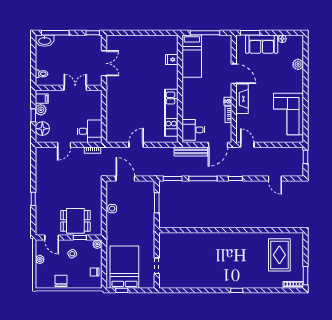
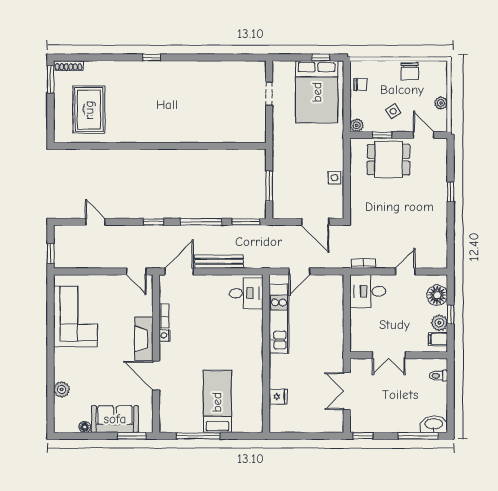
fridge: (172, 60) -> (278, 397), moved
wall: (180, 89) -> (266, 354), moved
kitchen unit: (171, 113) -> (279, 318), moved
desk: (193, 130) -> (246, 293), moved

